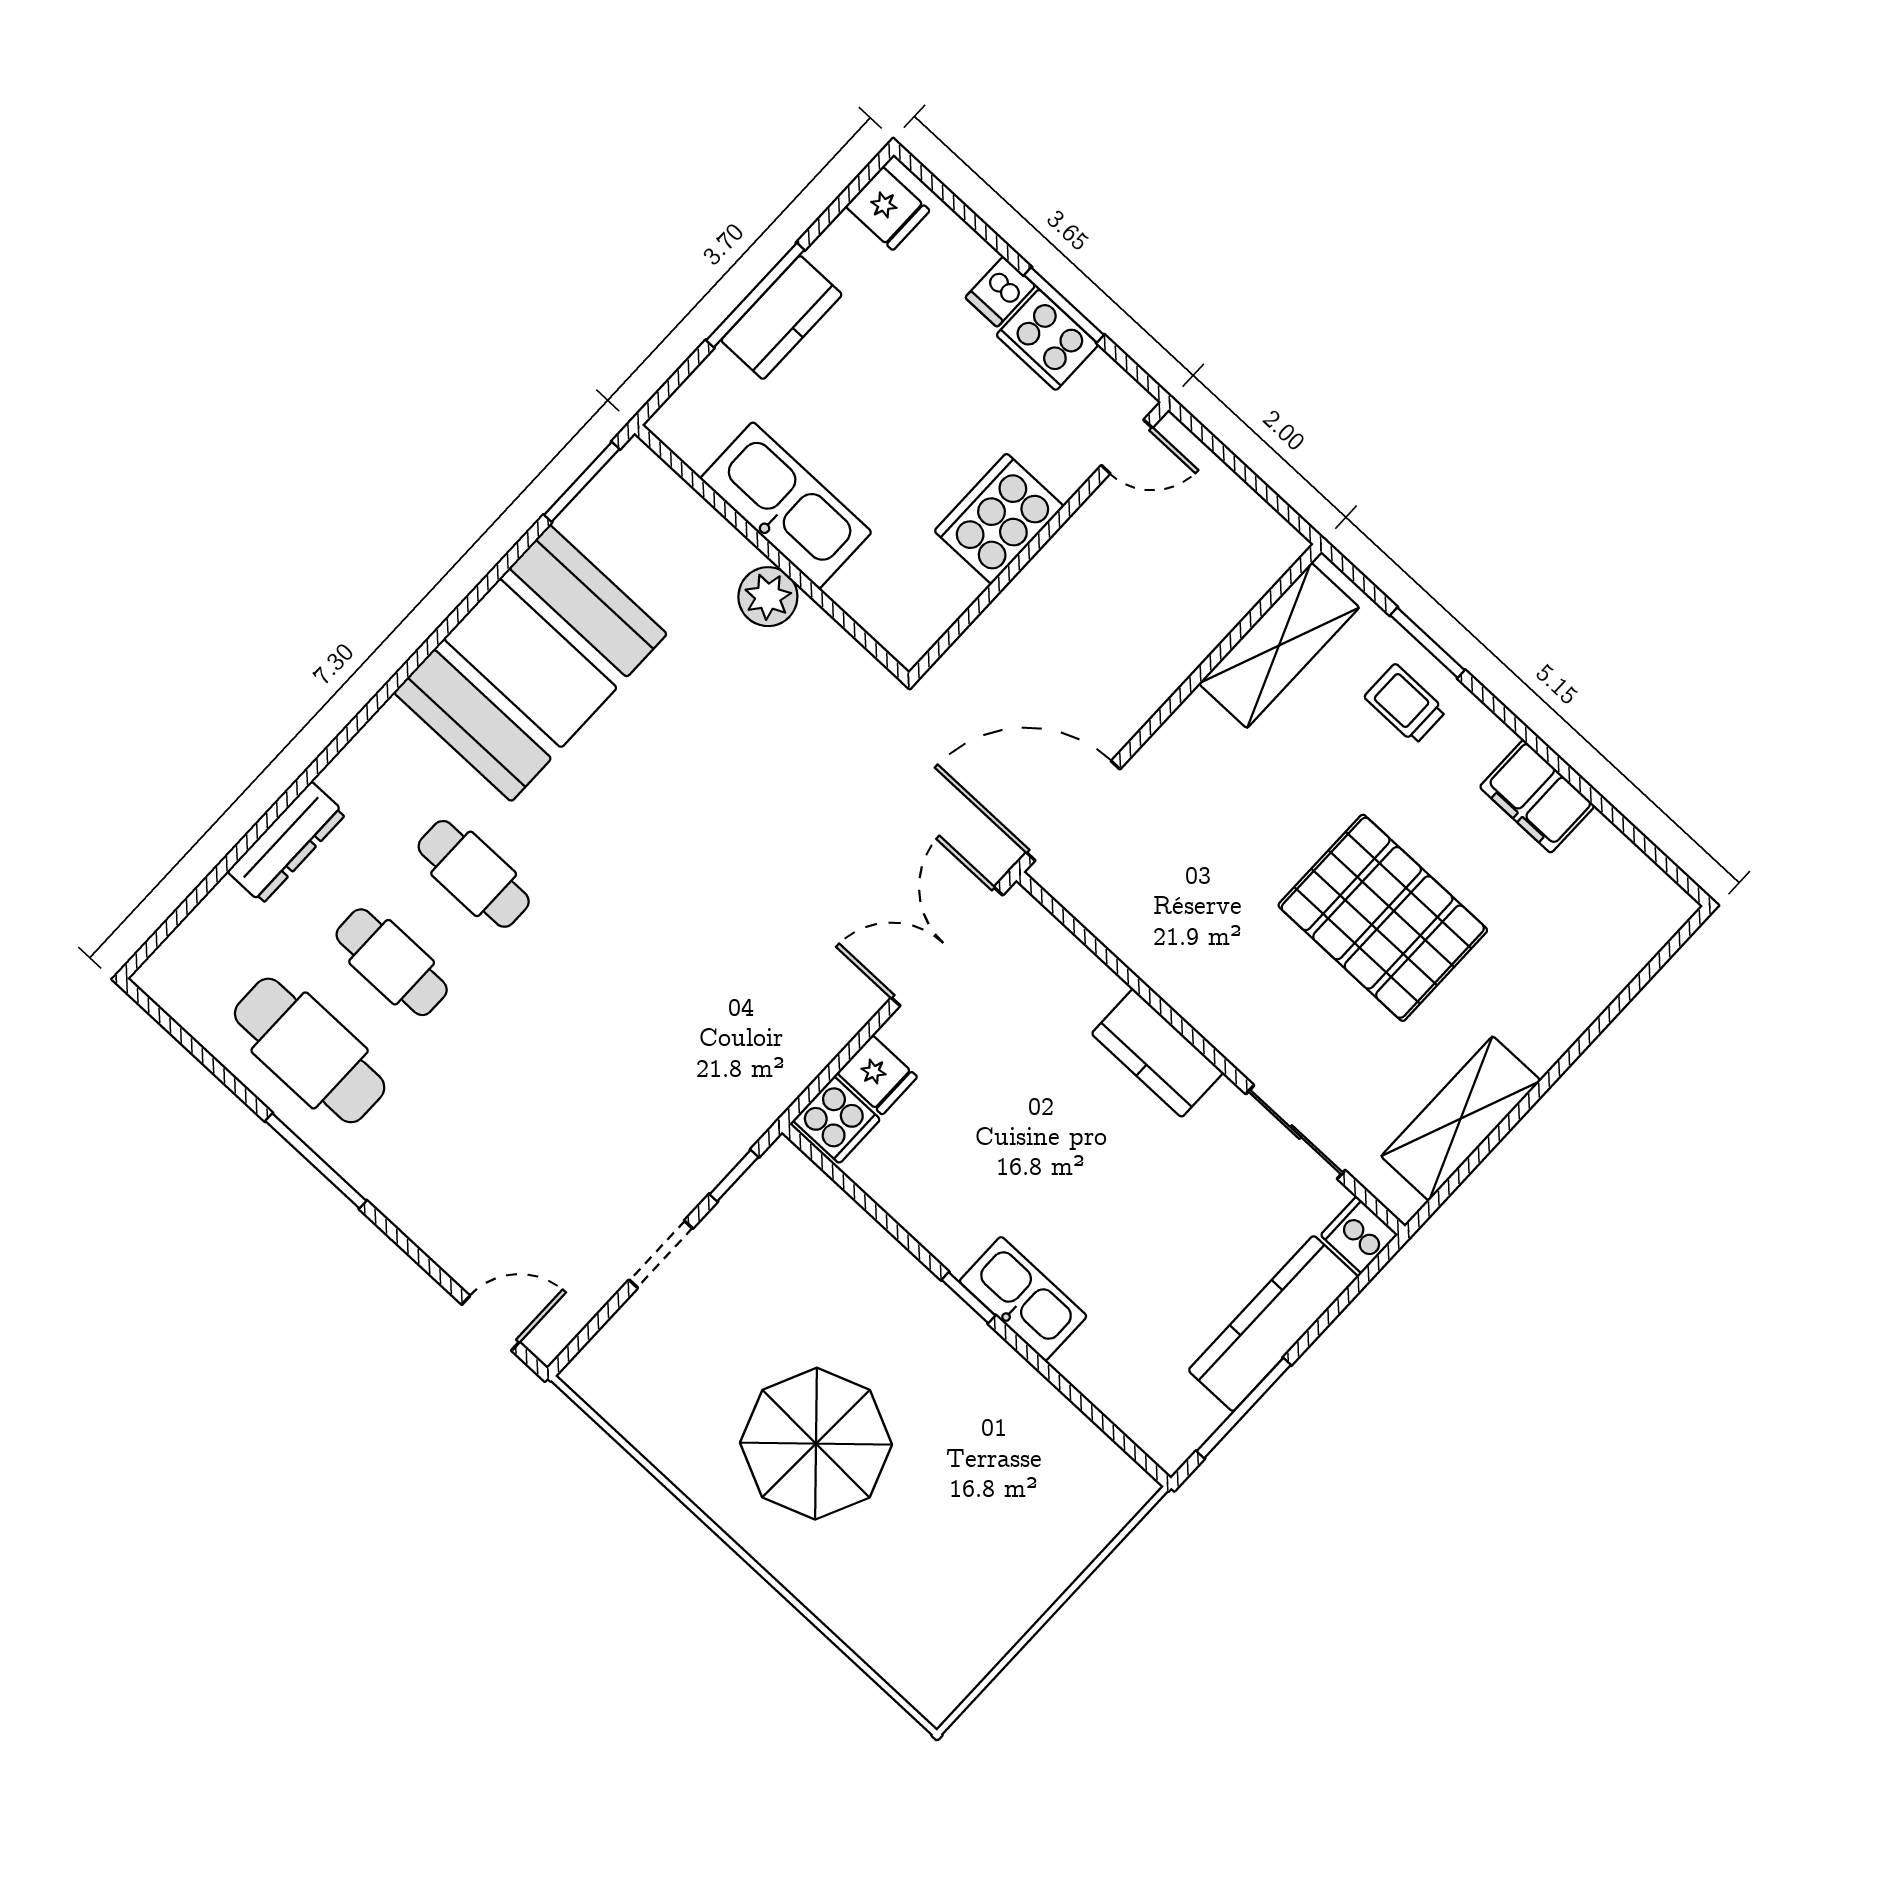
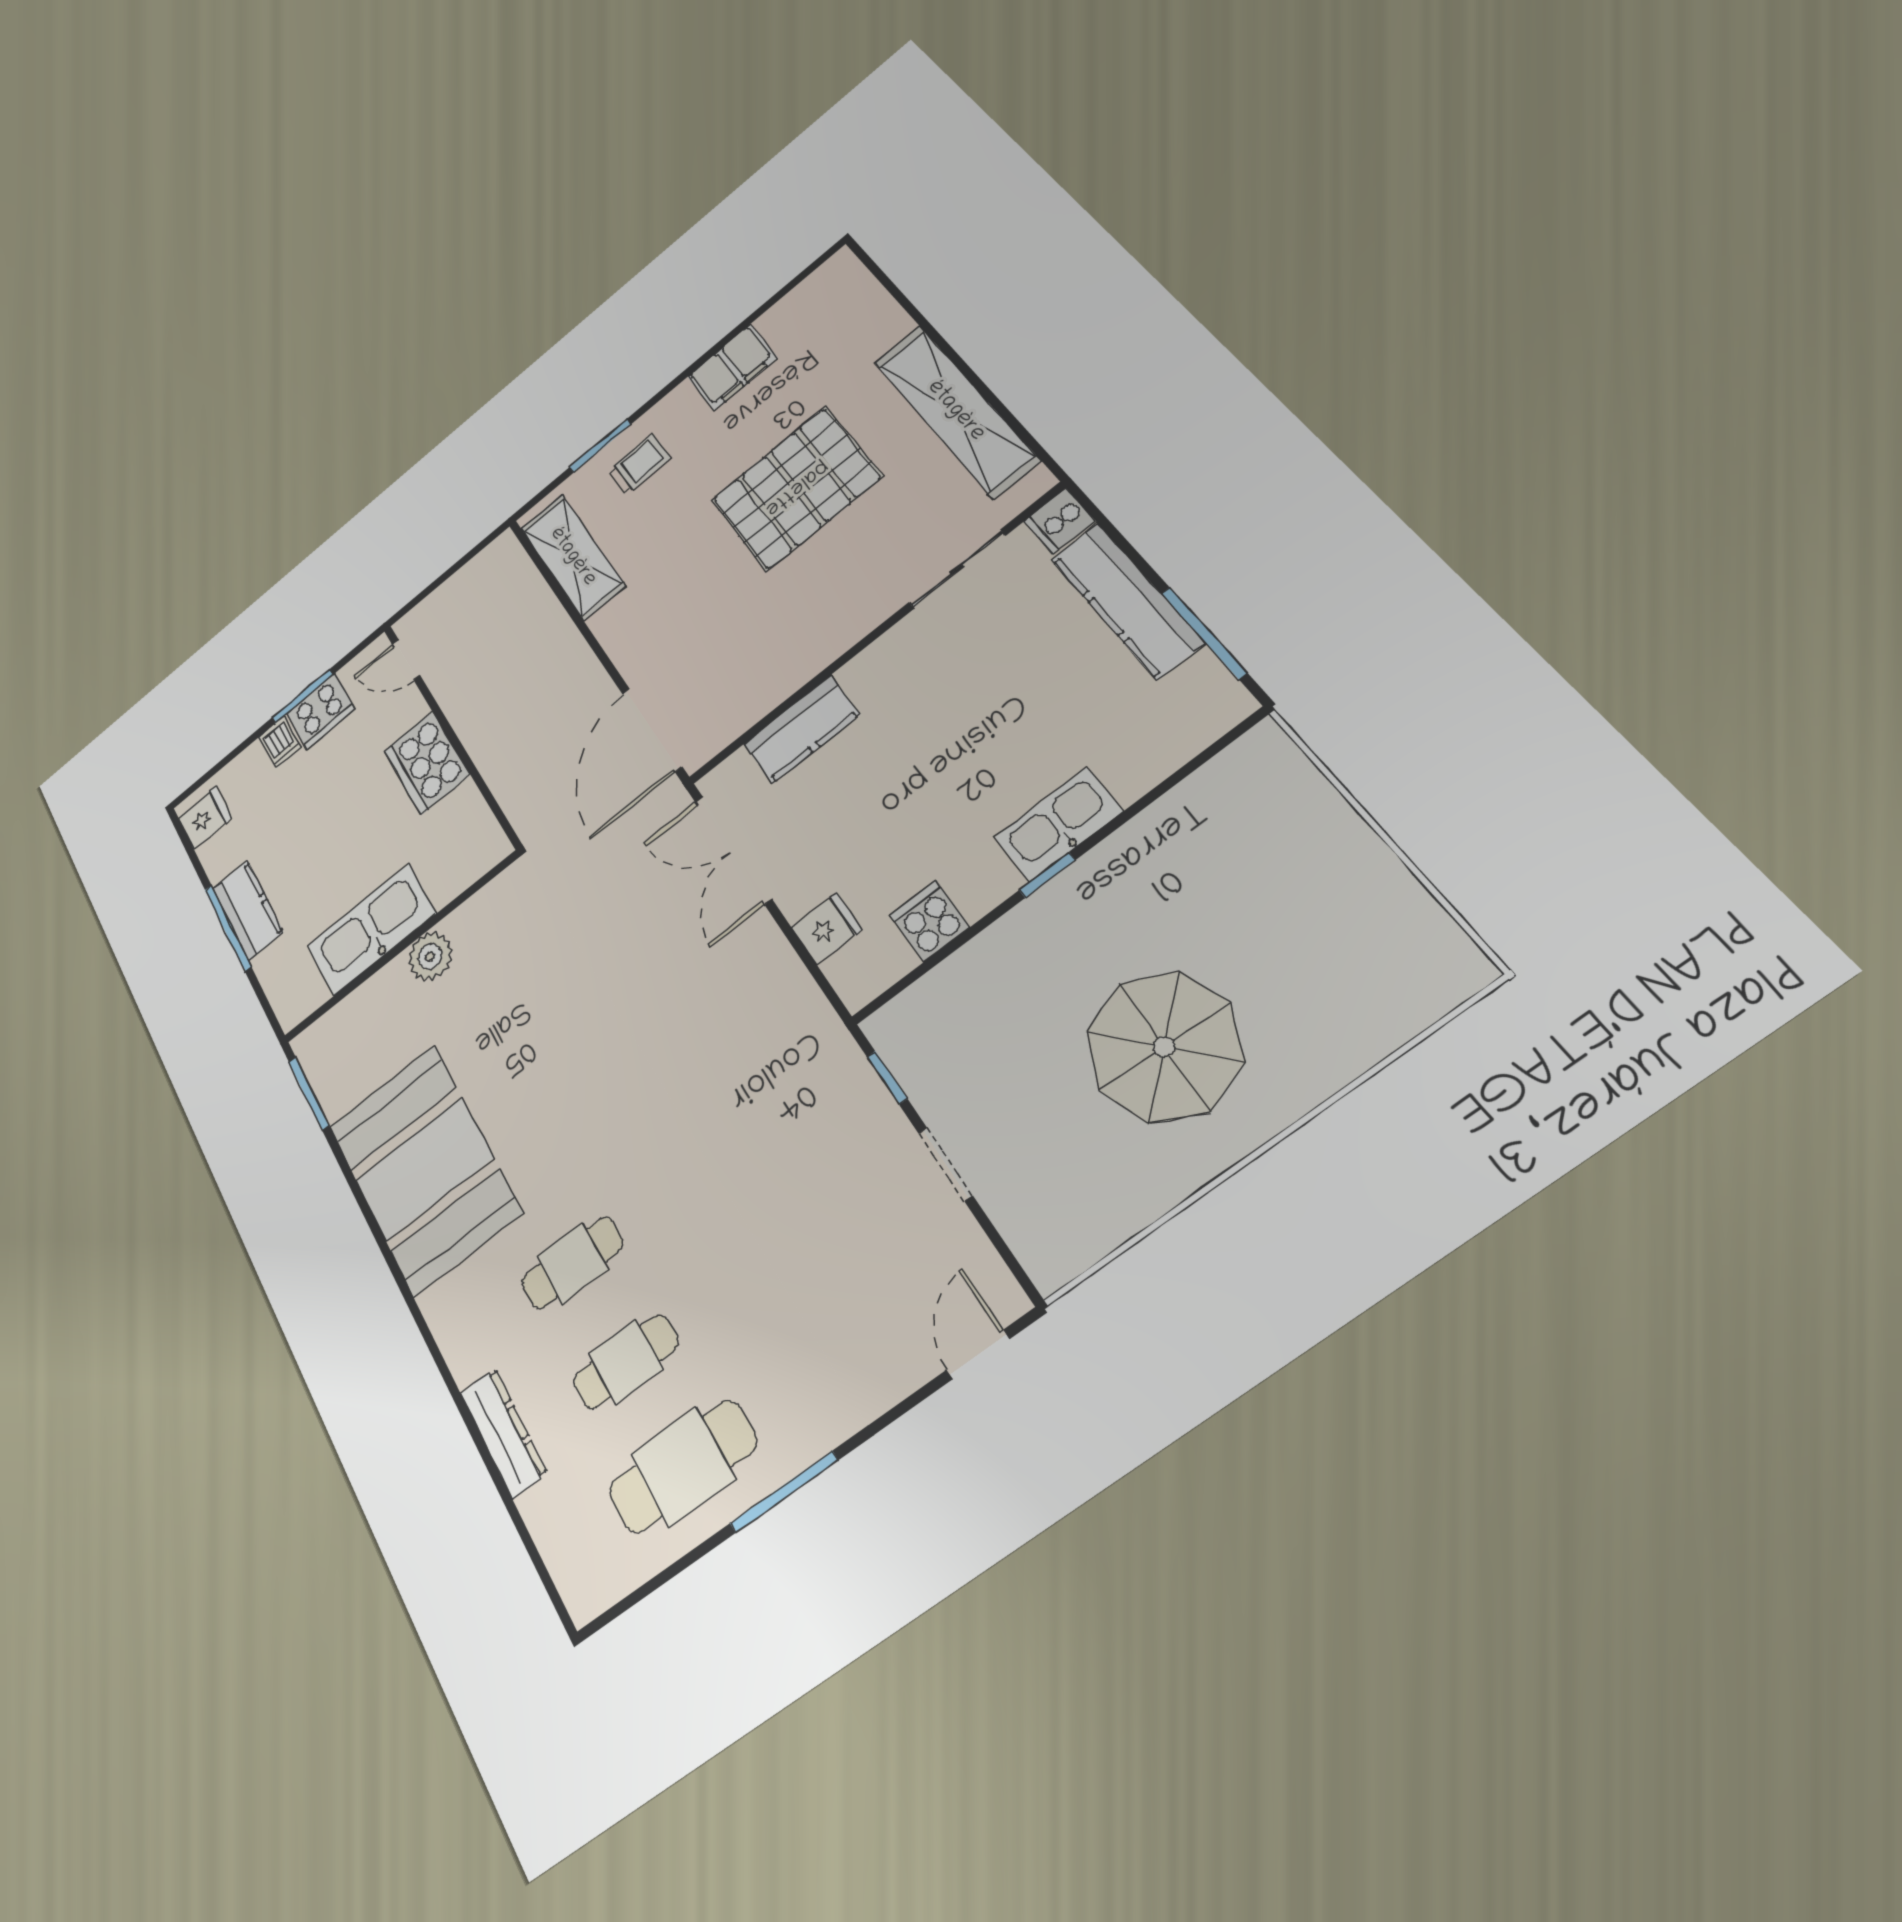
door: (1127, 447) -> (406, 660), swing flipped
trolley: (1405, 704) -> (639, 464), turned 180
kitchen counter: (1157, 1053) -> (801, 729), moved
shelving: (1461, 1118) -> (956, 411), width x1.47
cooker: (837, 1120) -> (930, 921), moved, turned -90

